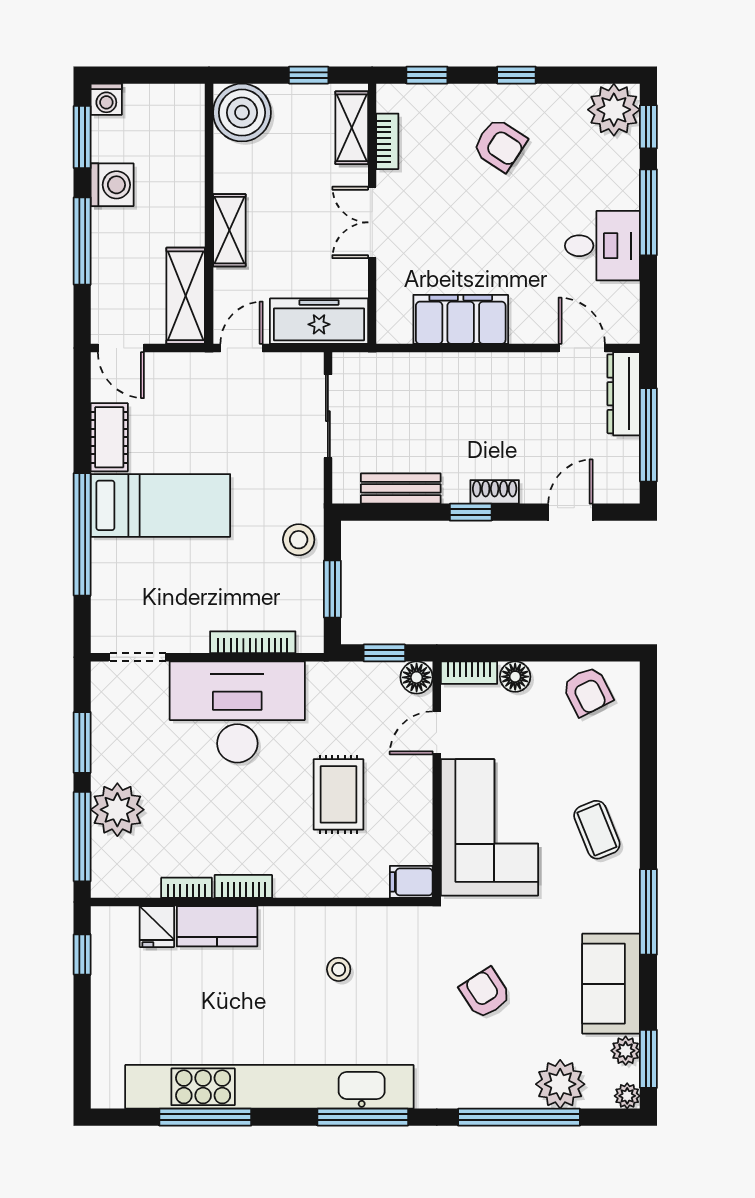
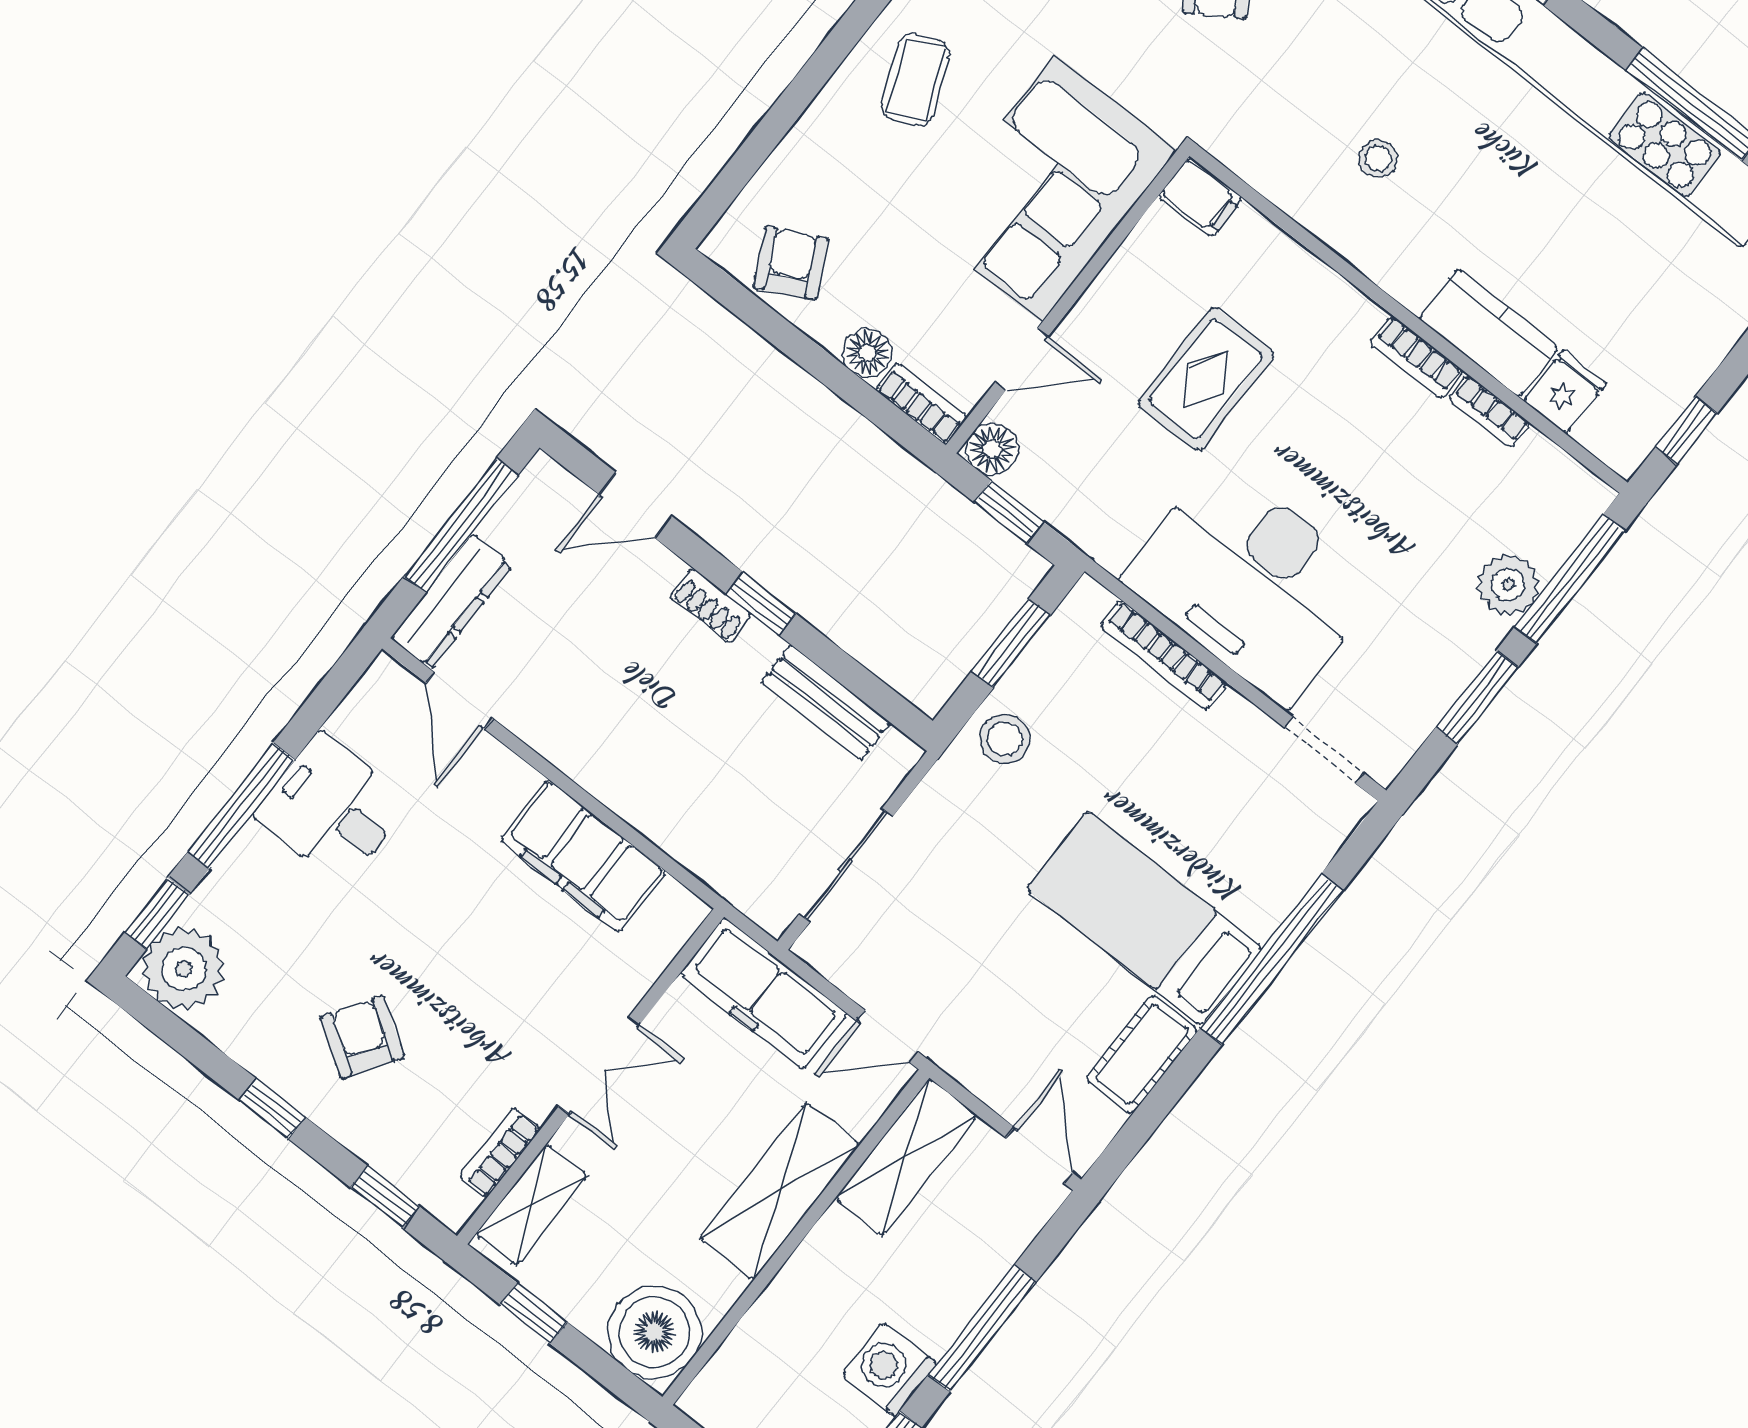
shelving: (229, 230) -> (780, 1191), width x1.50, depth x1.33
plant: (117, 810) -> (1508, 585), width x0.73, depth x0.73

